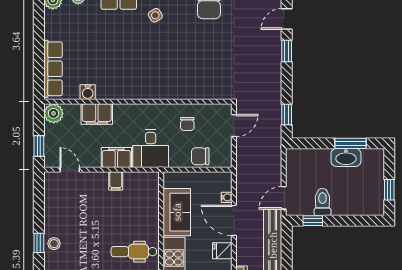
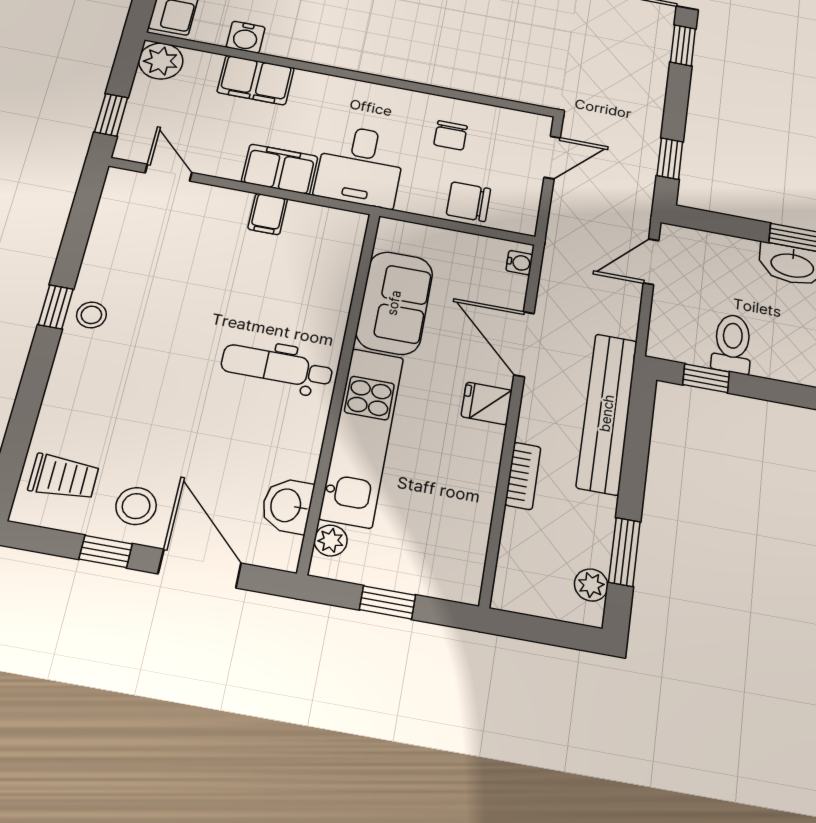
water cooler: (227, 197) -> (519, 263), moved
door: (284, 198) -> (651, 262), moved

